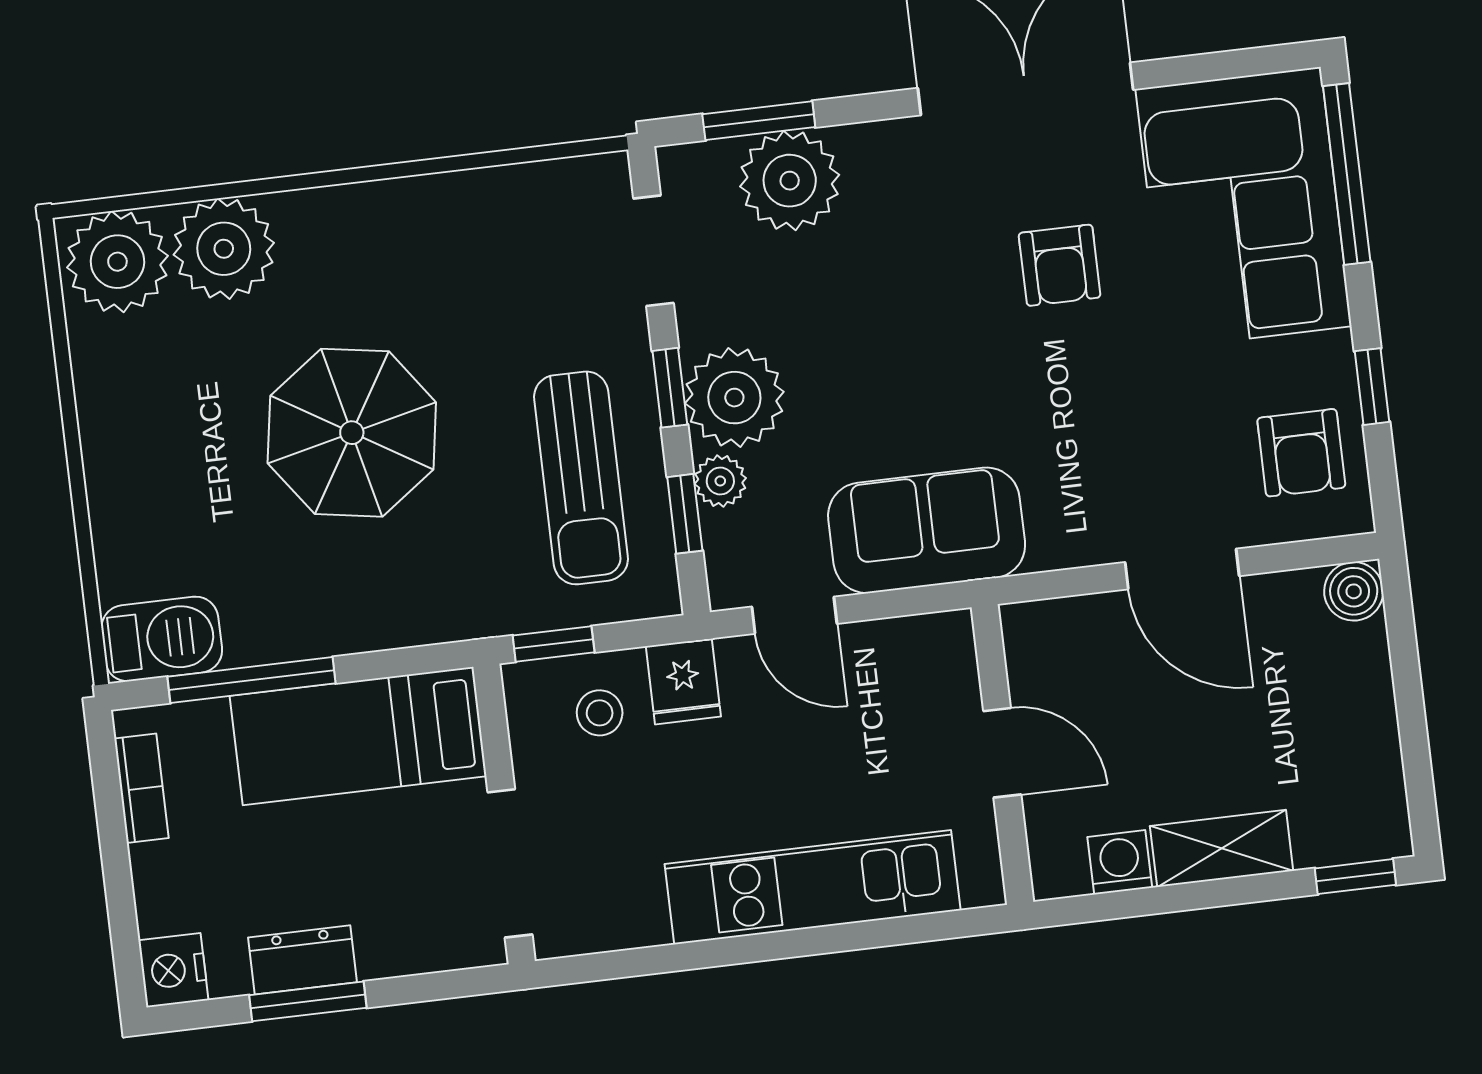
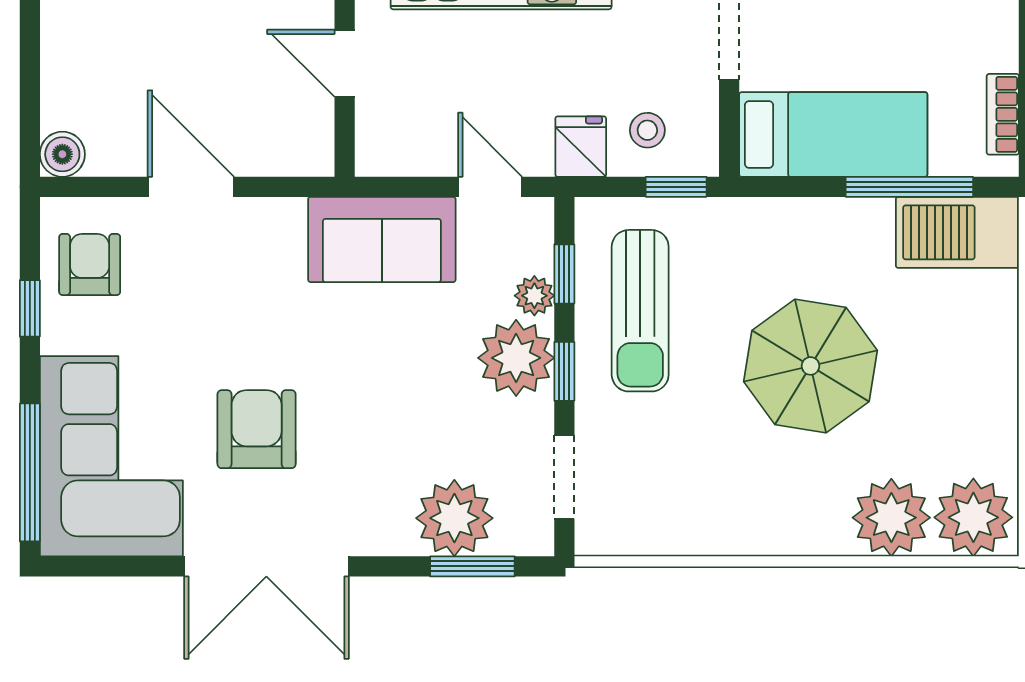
armchair: (1060, 265) -> (257, 429), width x1.38, depth x1.38
sun lounger: (581, 478) -> (640, 311), turned 180
barbecue: (162, 639) -> (957, 232), width x1.37, depth x1.21

